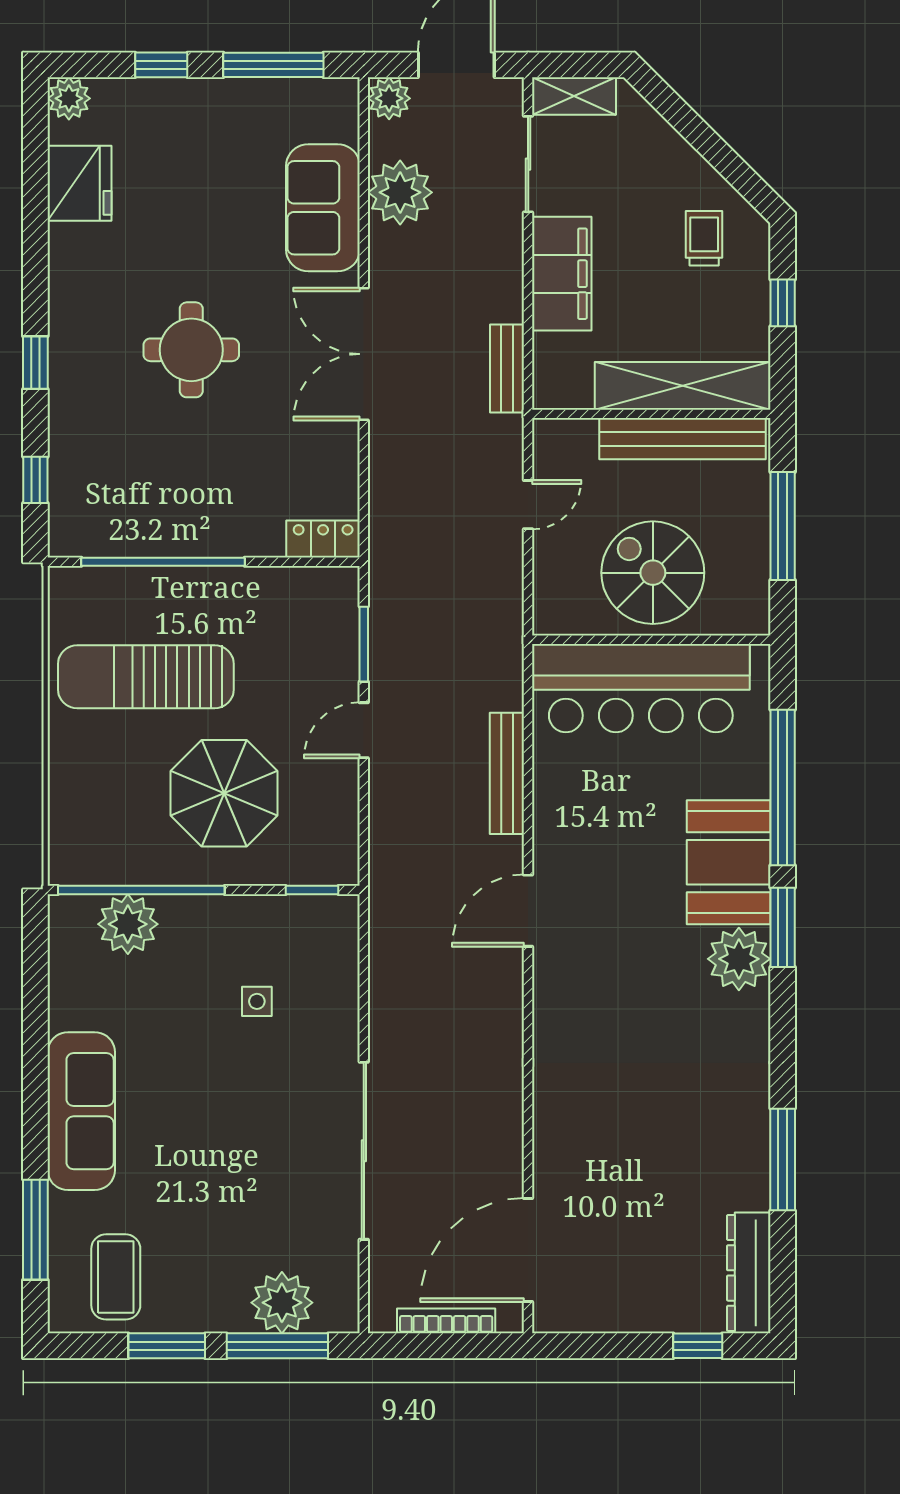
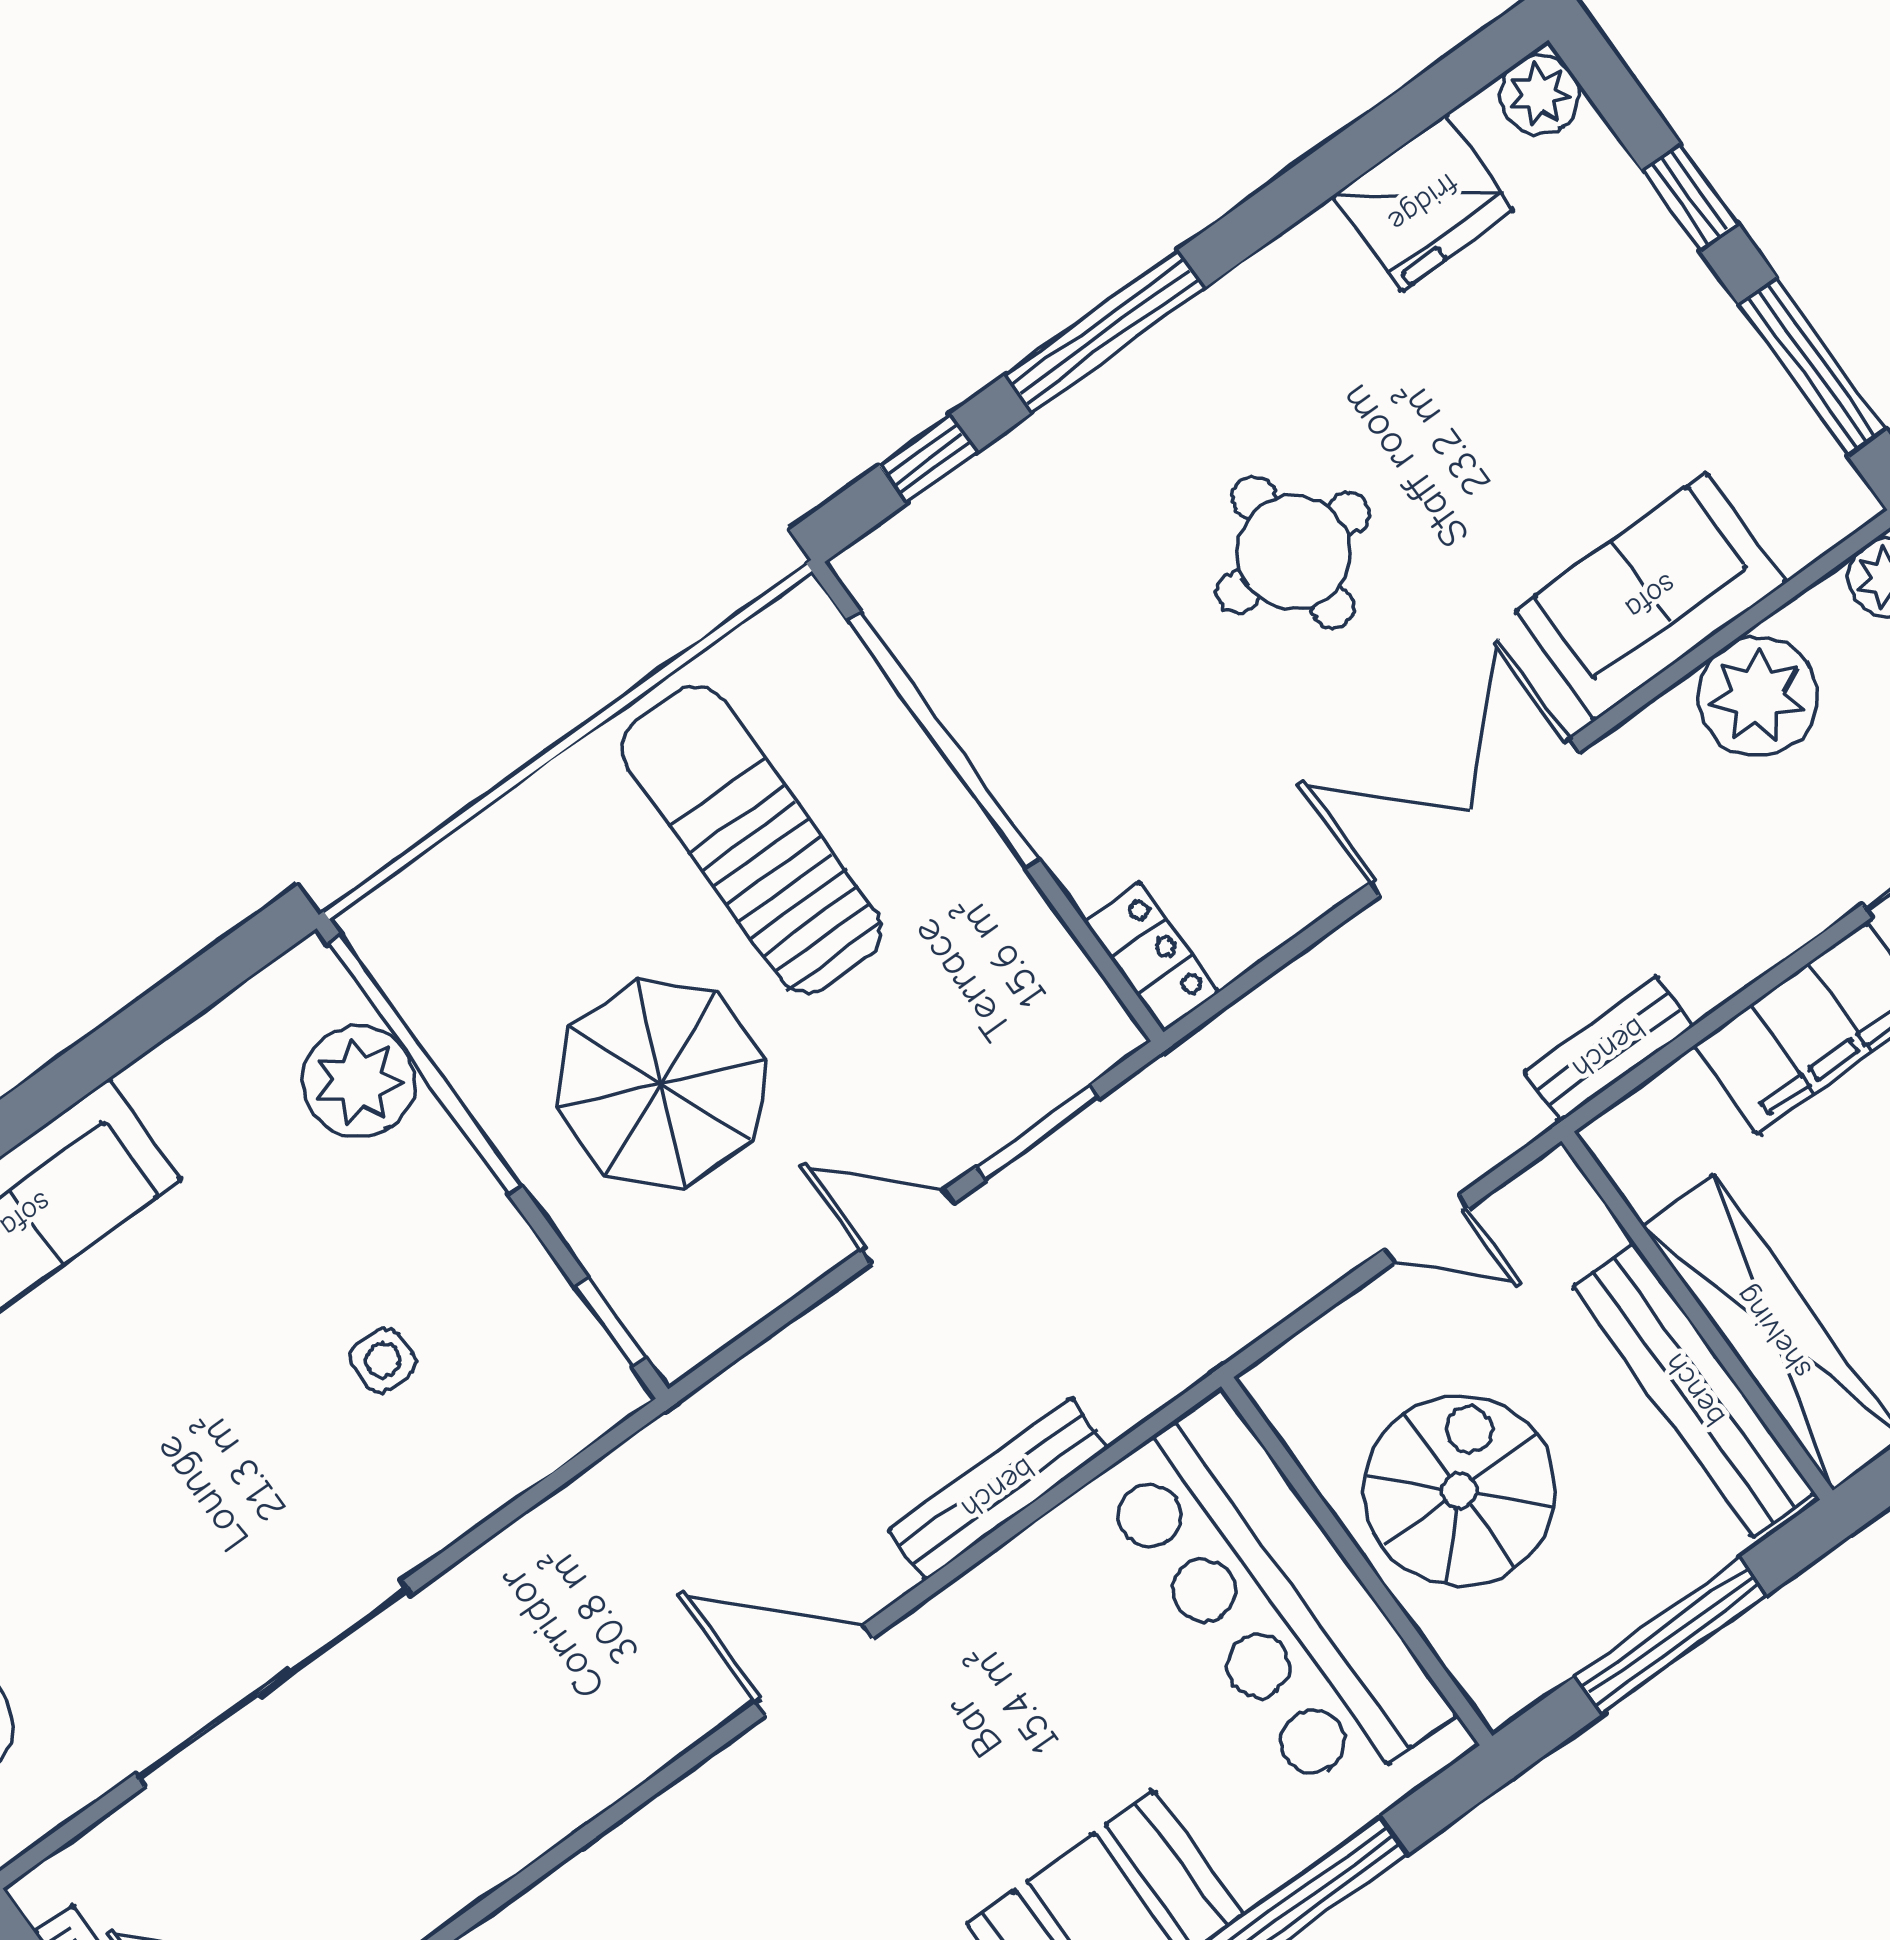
window: (35, 363) -> (1105, 332), width x2.17

